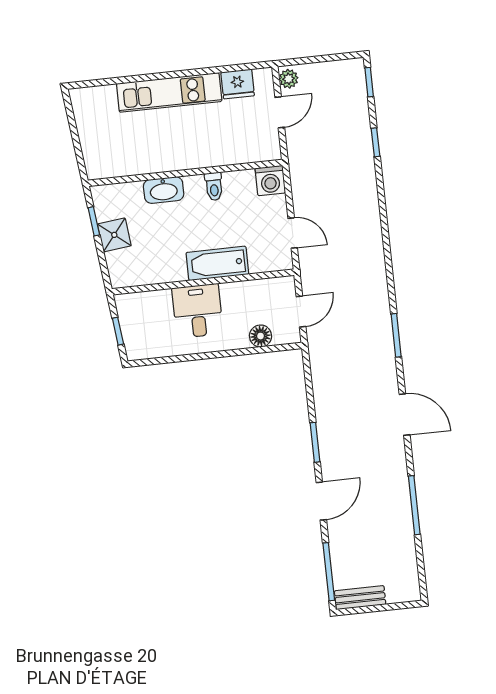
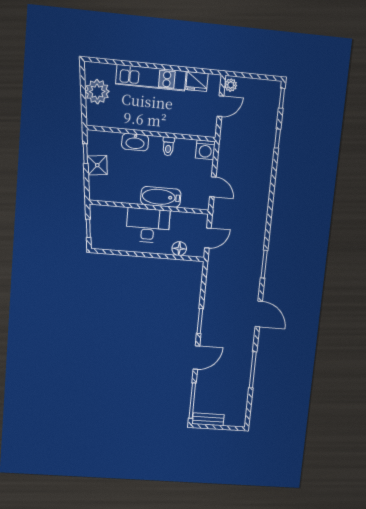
plant: (95, 128) -> (97, 92), added
desk: (198, 311) -> (148, 225), width x1.37

